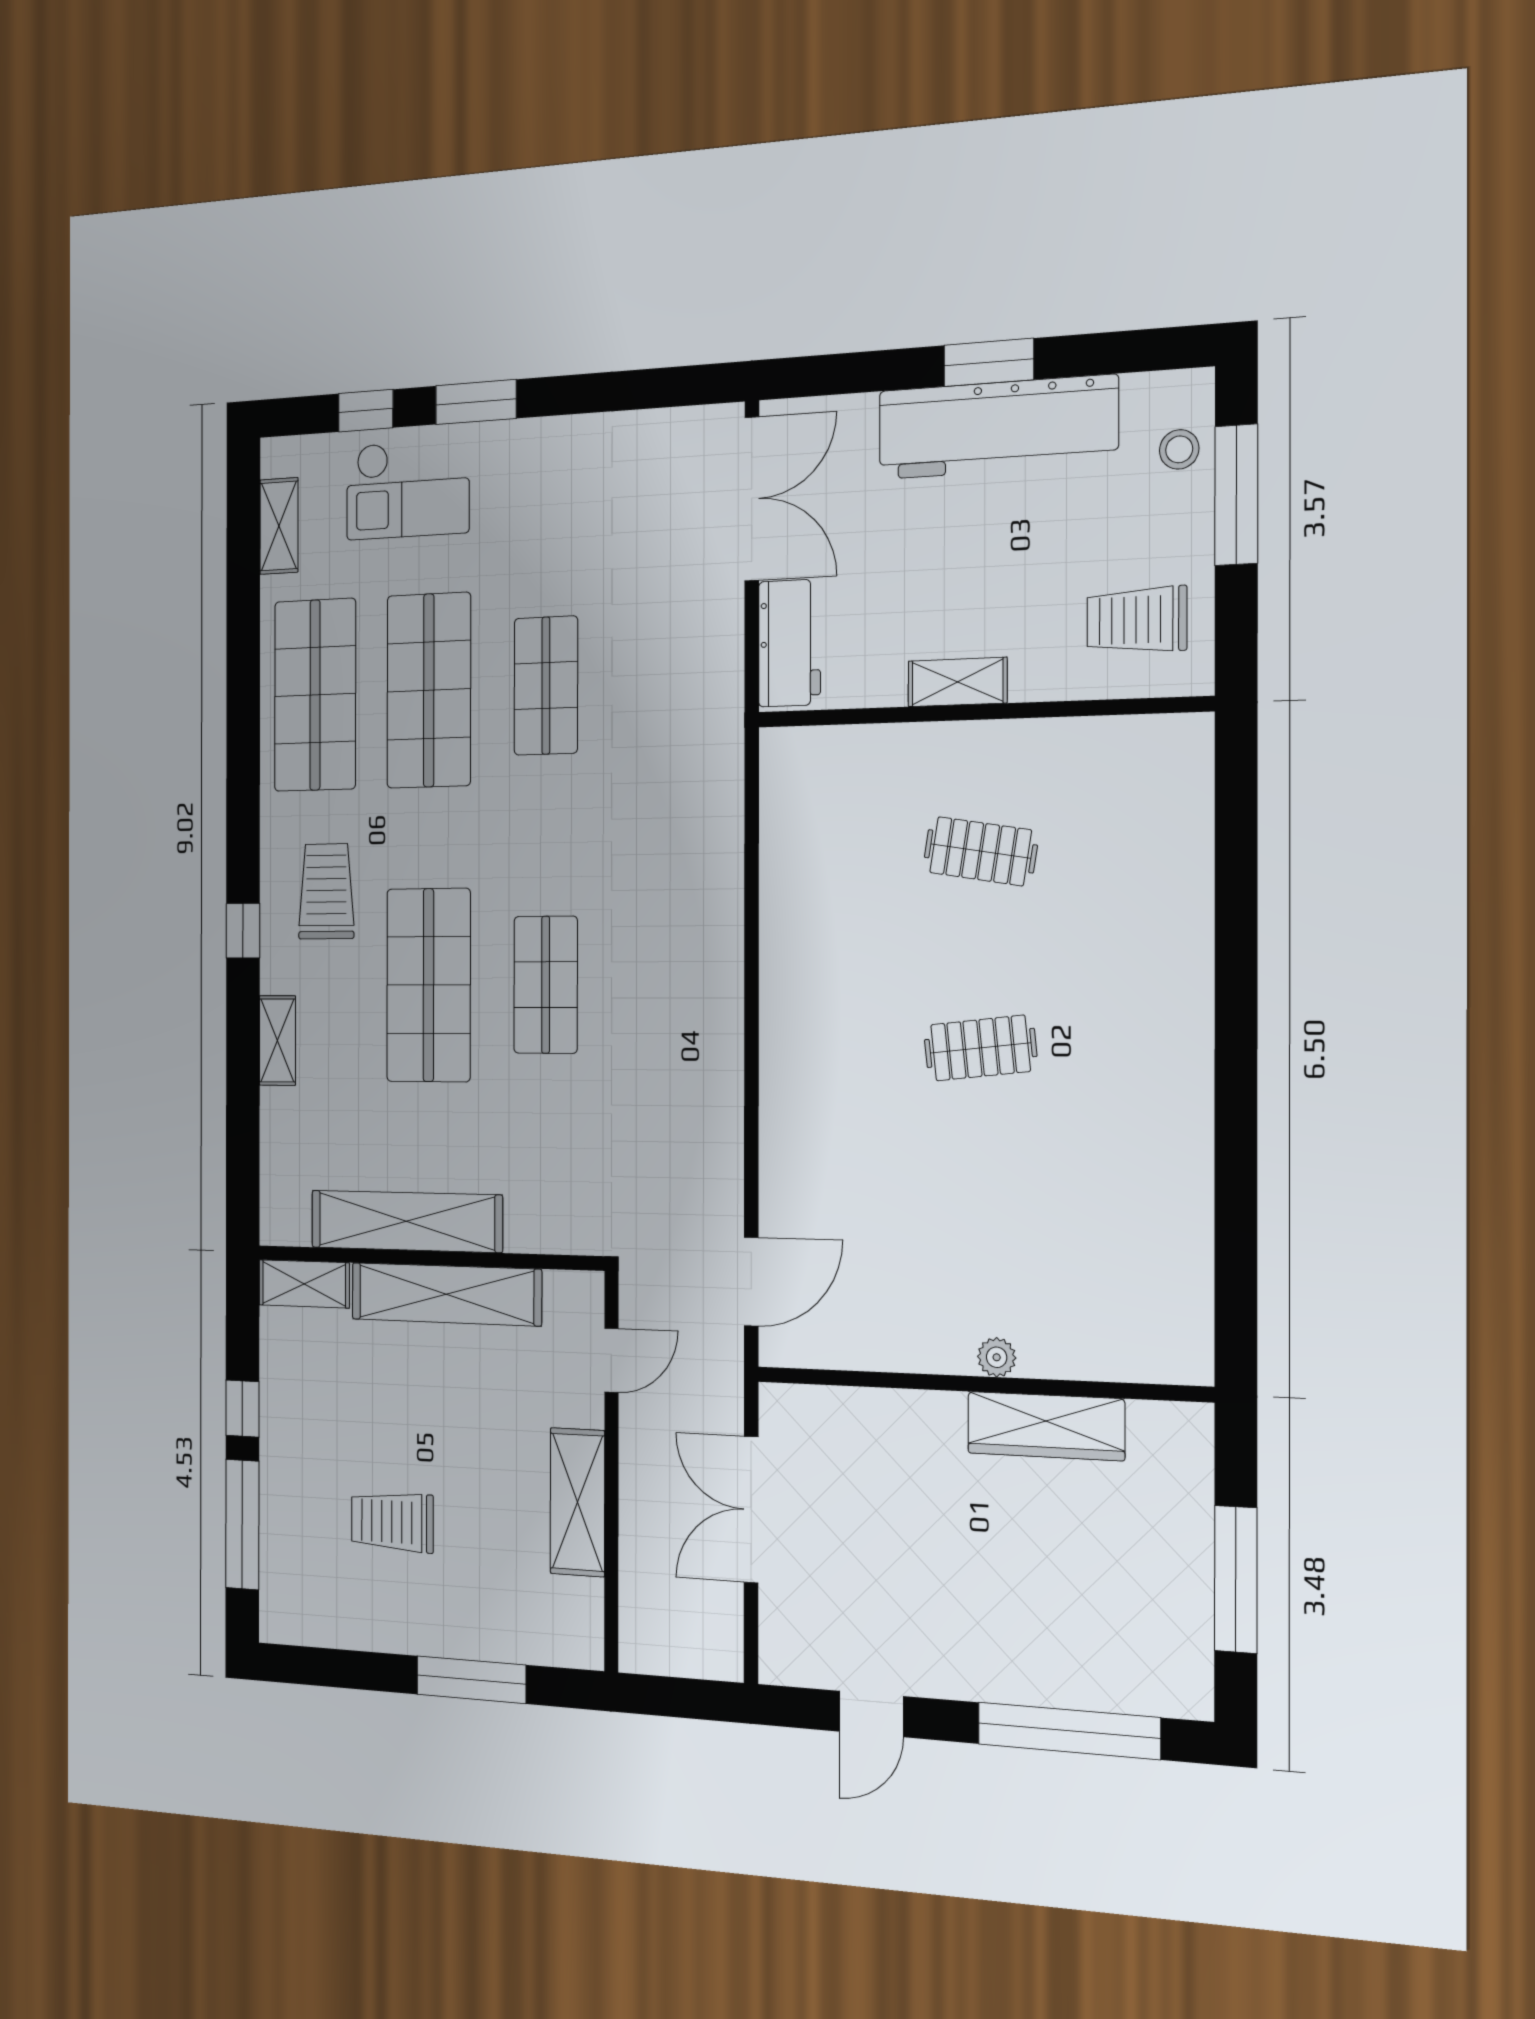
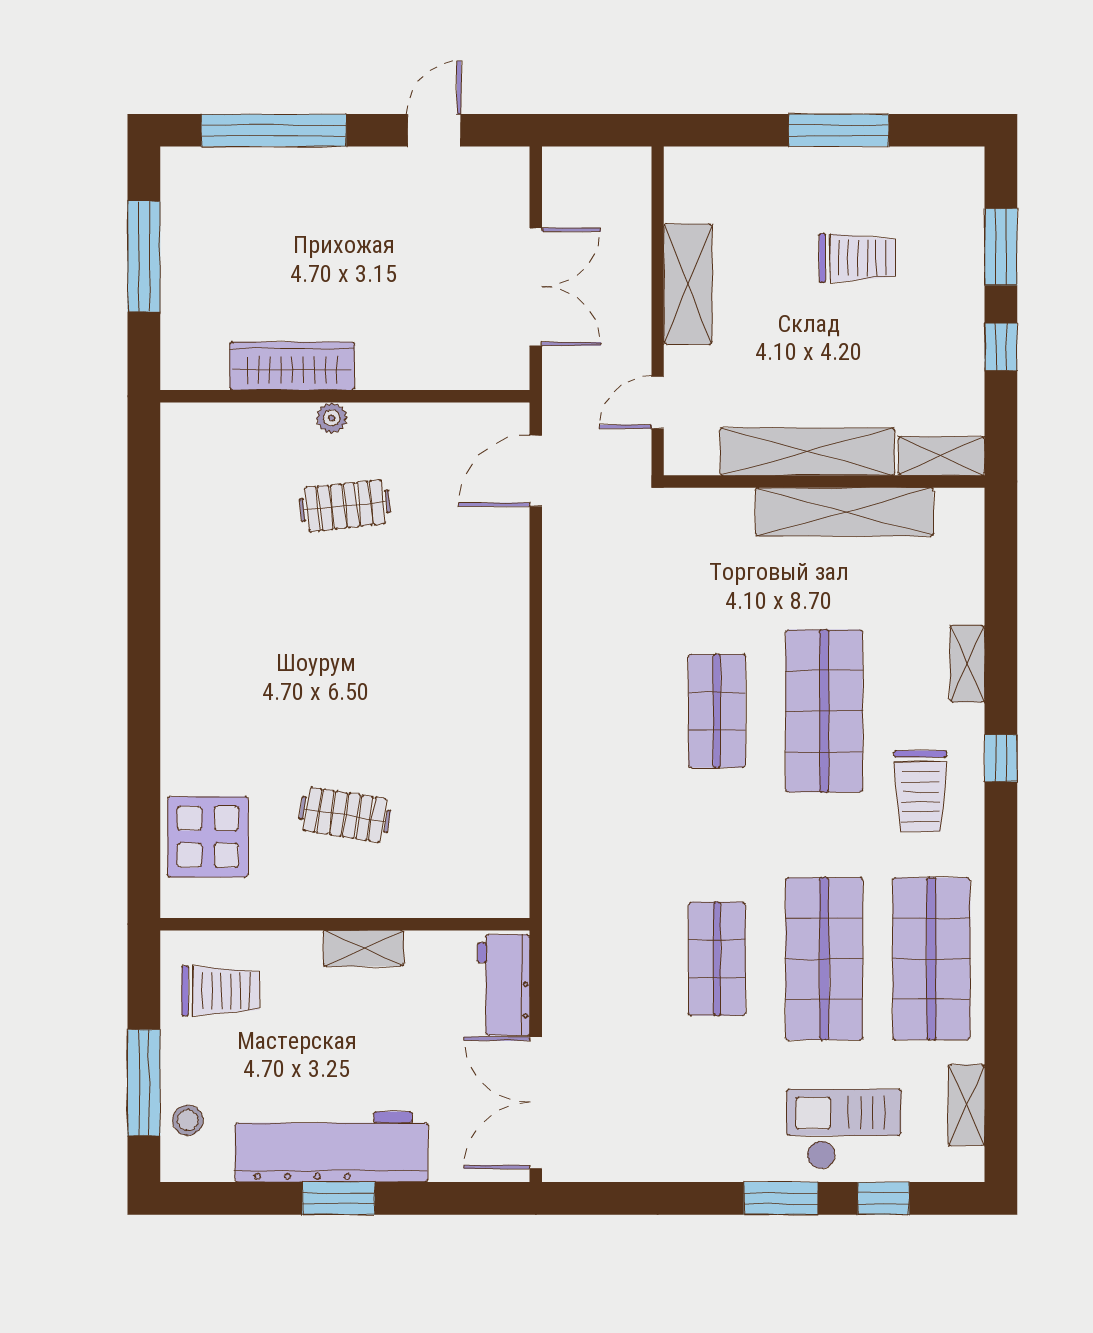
display table: (1153, 819) -> (208, 837), added
clothes rail: (980, 1048) -> (345, 506), moved
window: (242, 1525) -> (1001, 247), width x0.69
window: (471, 1680) -> (839, 130), moved

